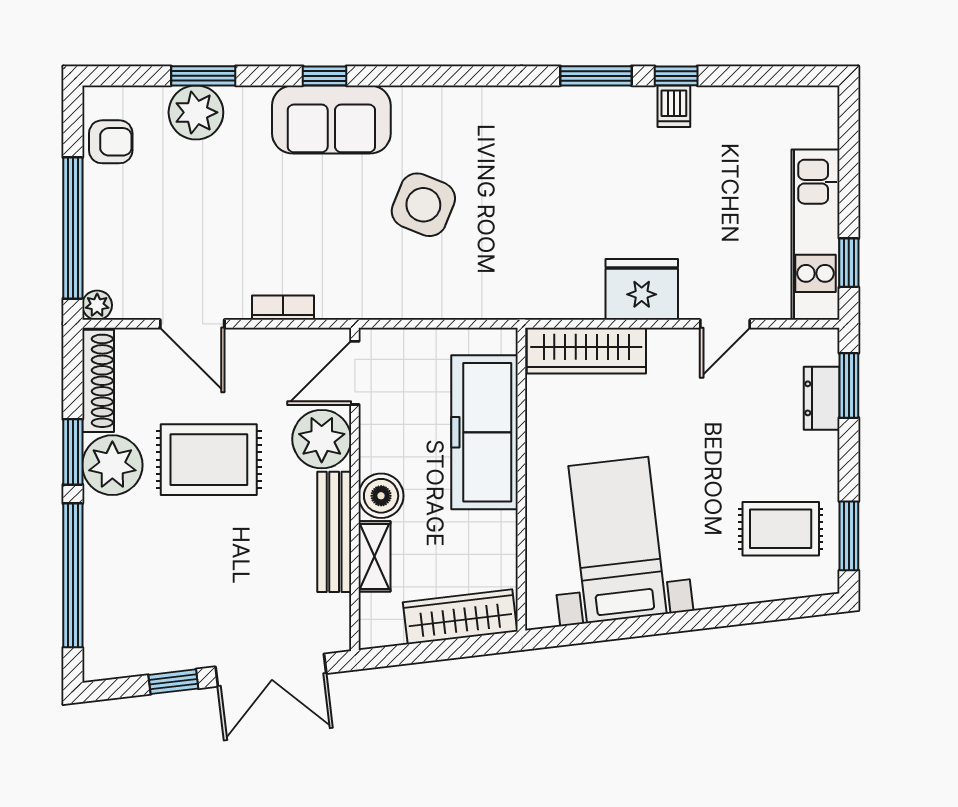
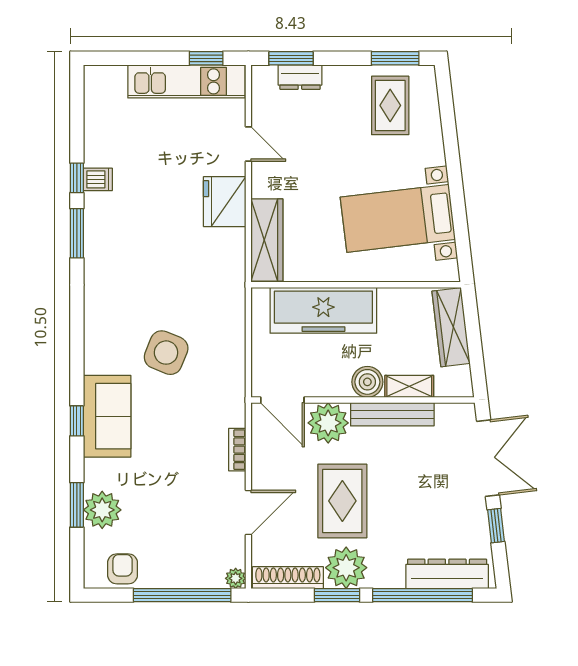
dresser: (104, 611) -> (447, 574), added

